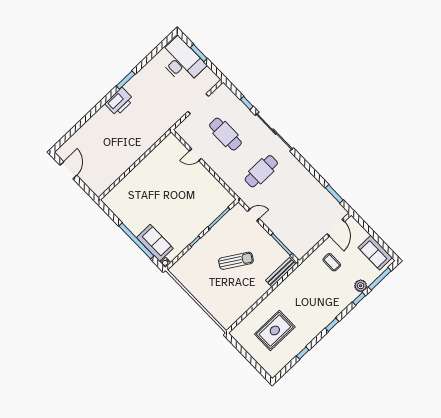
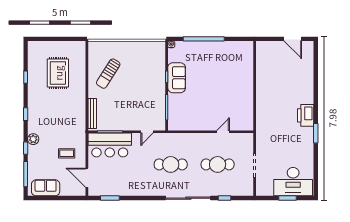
cafe table: (261, 171) -> (171, 164), turned 90
bar counter: (292, 234) -> (110, 145), added
sofa: (155, 243) -> (177, 78), moved, turned -90
sun lounger: (236, 261) -> (108, 74), moved
plant: (361, 286) -> (33, 139), moved

